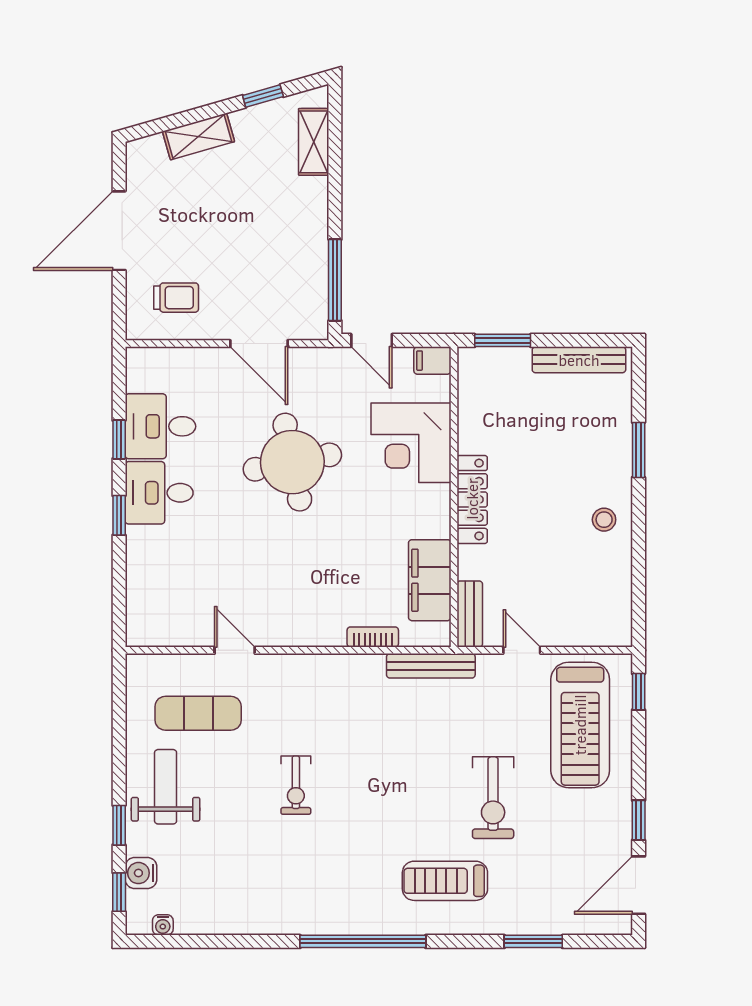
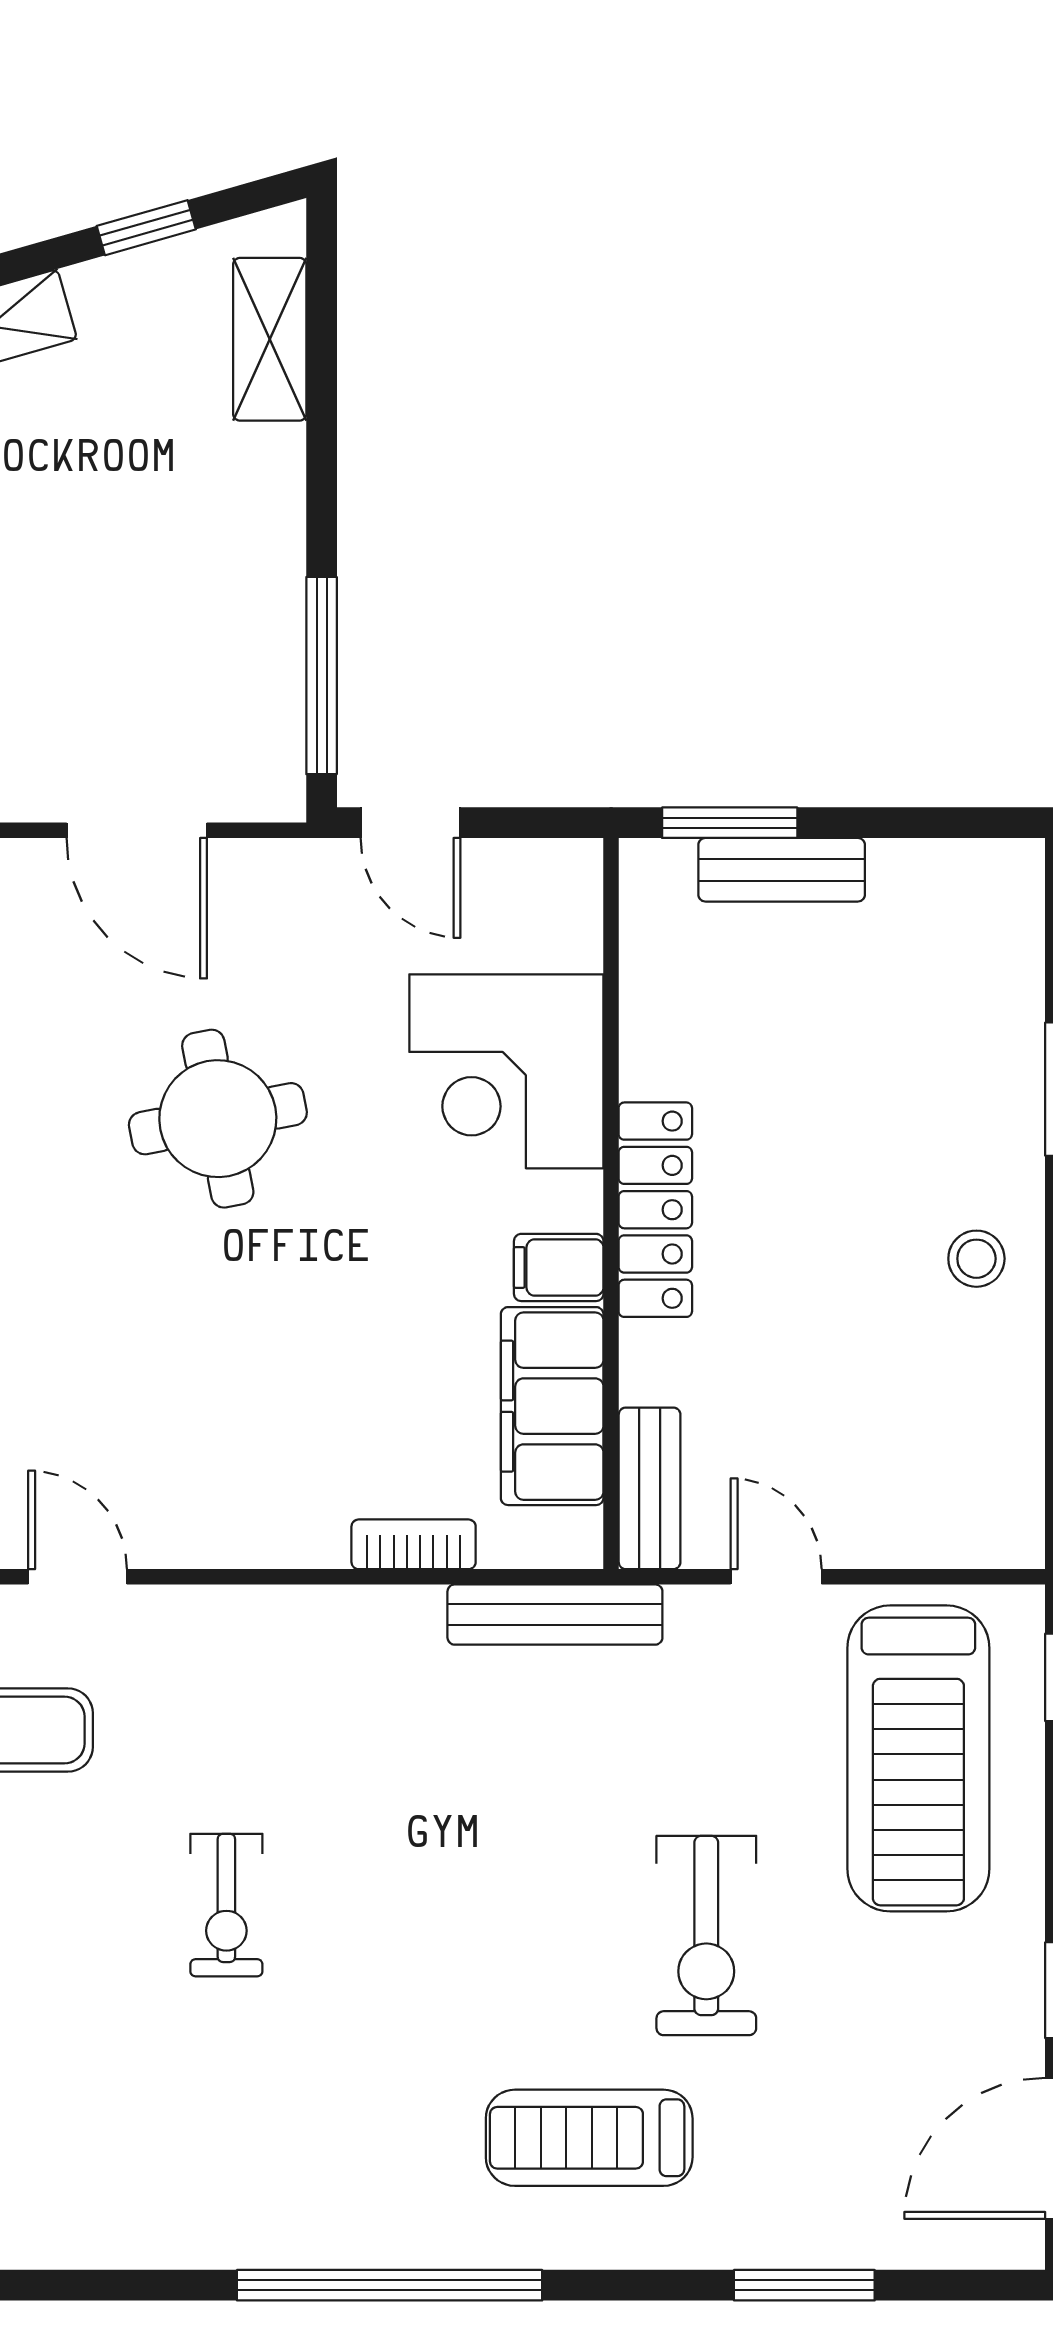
bench: (579, 360) -> (782, 870), moved, width x0.73
filing cabinet: (432, 361) -> (559, 1267), moved
round table: (292, 462) -> (218, 1119), width x0.73, depth x0.73

